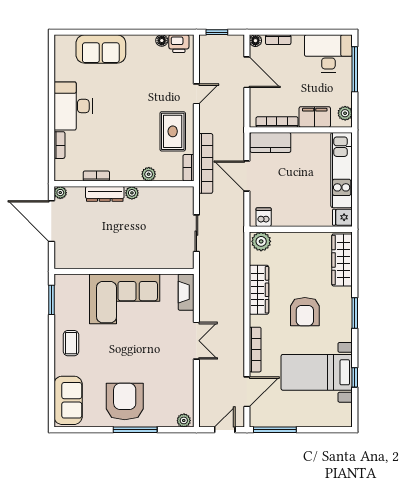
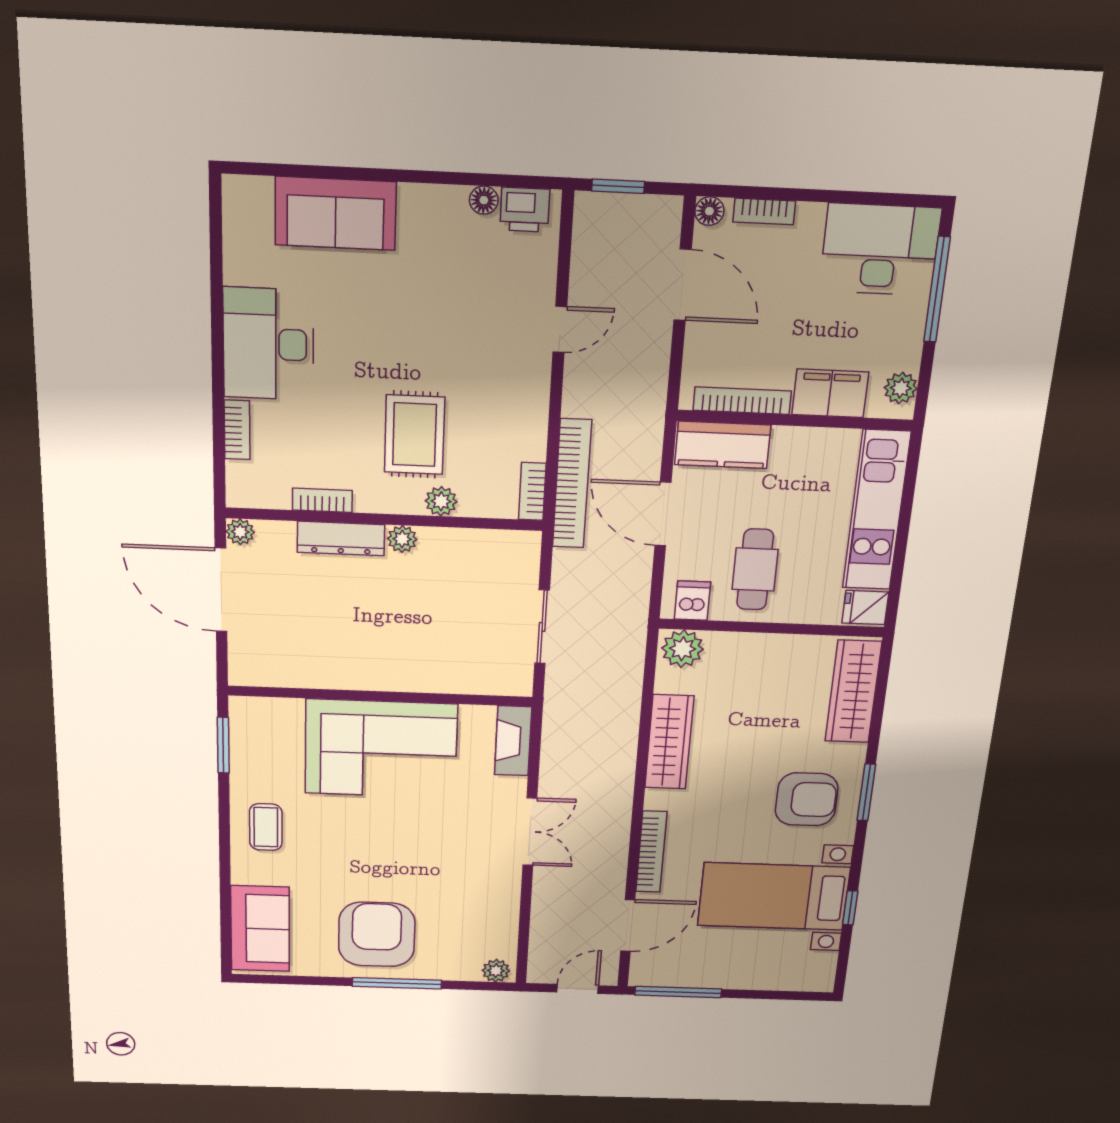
rug: (173, 131) -> (415, 435), moved
cafe table: (290, 201) -> (755, 569), added
armchair: (305, 312) -> (806, 799), moved, turned -90

